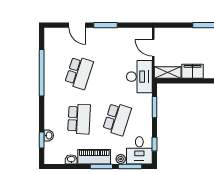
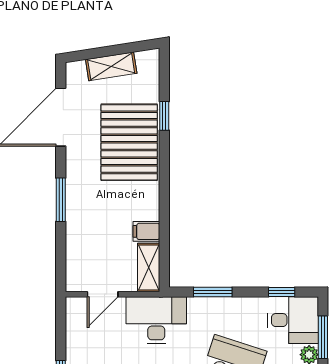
filing cabinet: (192, 71) -> (146, 231), width x0.50

